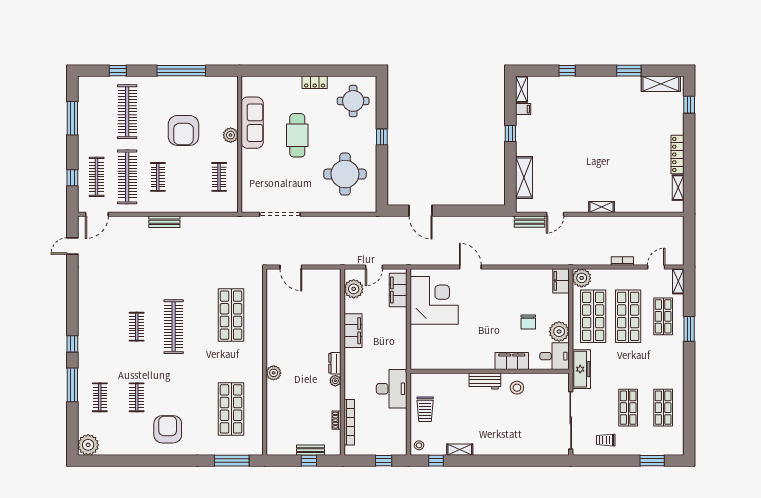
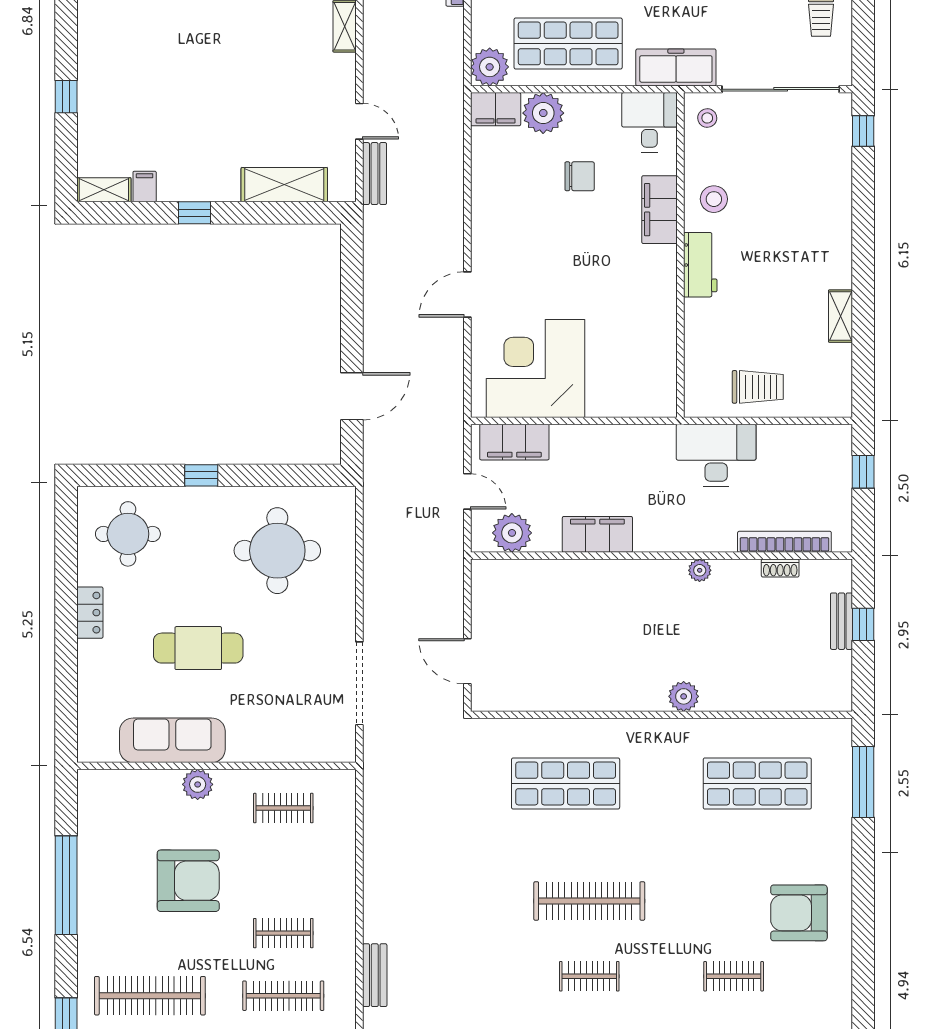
clothes rail: (127, 177) -> (283, 996), width x0.73, depth x0.76
bench: (164, 222) -> (375, 975), moved
door: (291, 267) -> (467, 661), swing flipped
plant: (559, 332) -> (543, 113), moved
dresser: (335, 363) -> (664, 571), removed
stool: (419, 445) -> (707, 118), moved
window: (436, 461) -> (863, 131), moved

